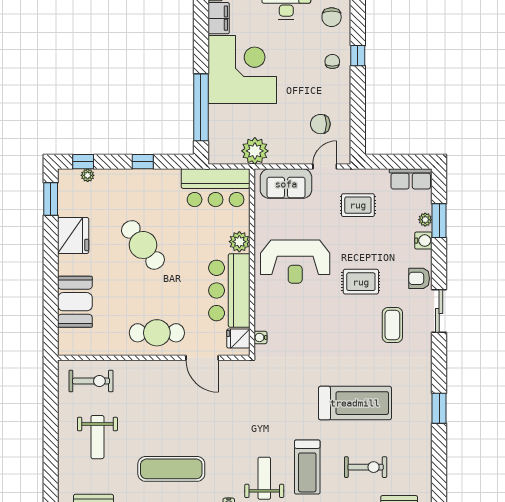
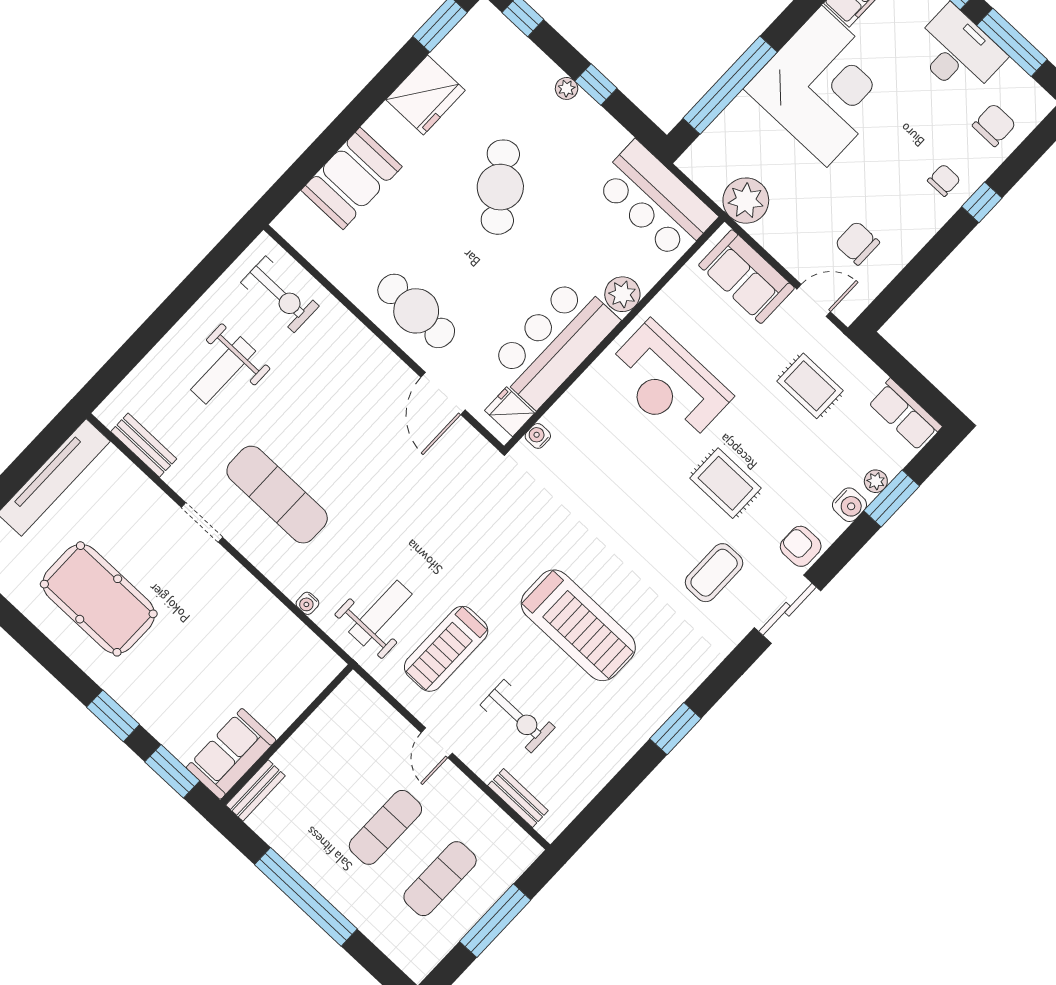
chair: (332, 17) -> (994, 125), turned 180
plant: (88, 175) -> (567, 88), moved

